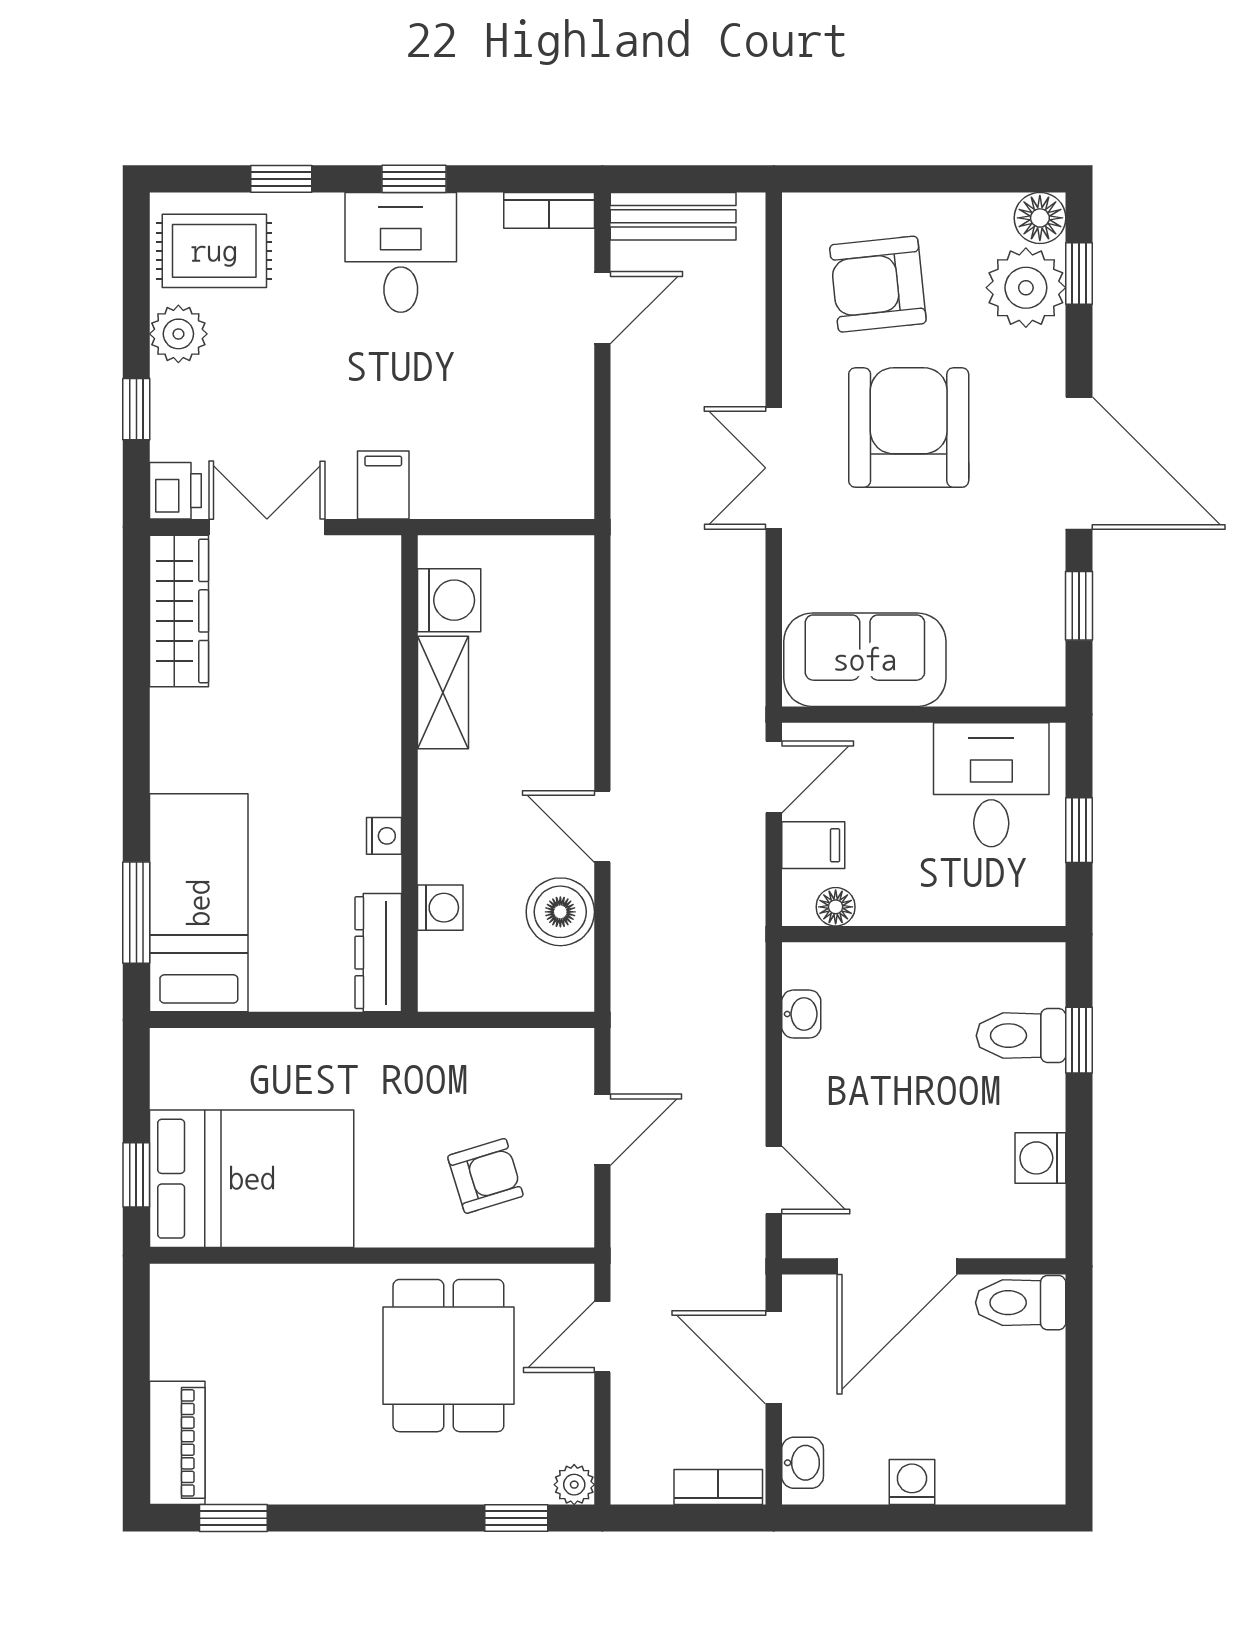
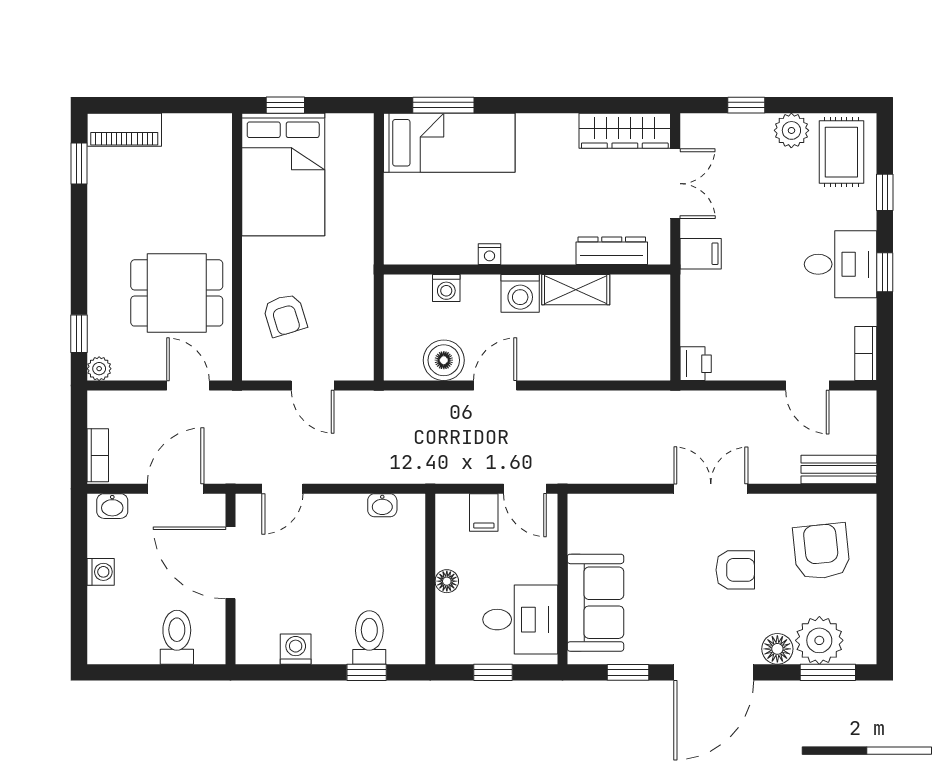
bench: (673, 216) -> (839, 469), moved, turned 90
floor lamp: (1040, 218) -> (777, 649), moved
window: (1079, 273) -> (828, 672), width x1.50
armchair: (909, 428) -> (735, 570), width x0.53, depth x0.53
printer: (175, 491) -> (696, 364), moved, turned -90
washing machine: (449, 600) -> (520, 293), moved
sofa: (865, 660) -> (595, 603), moved
floor lamp: (836, 907) -> (447, 581), moved
dresser: (378, 953) -> (612, 251), moved
toilet: (1021, 1303) -> (177, 637), moved

